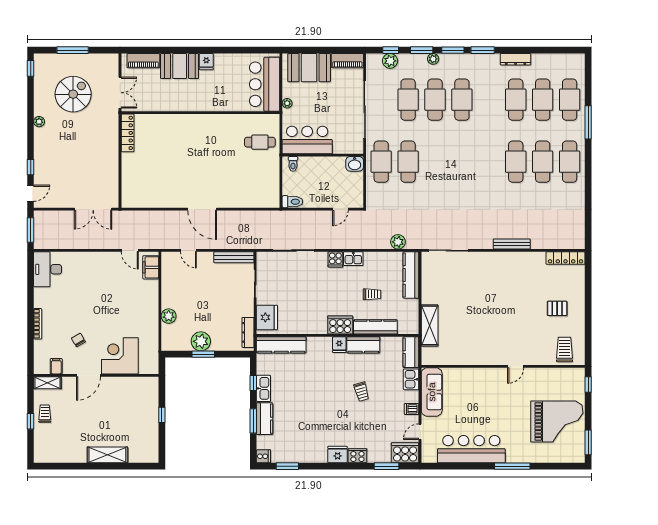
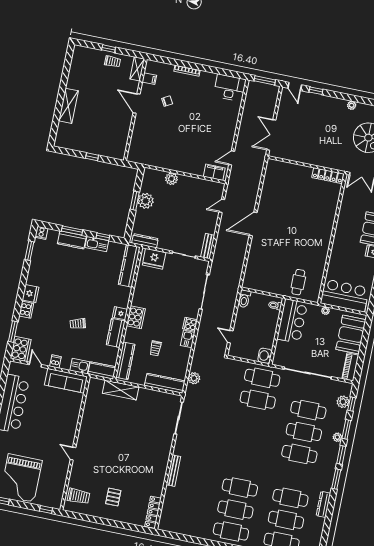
bench: (234, 257) -> (208, 246), width x0.73
kitchen counter: (375, 327) -> (125, 361), moved
corner desk: (120, 356) -> (147, 132), removed

